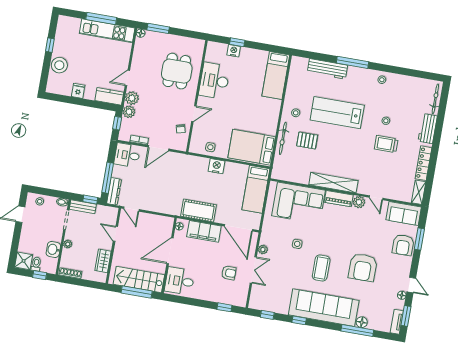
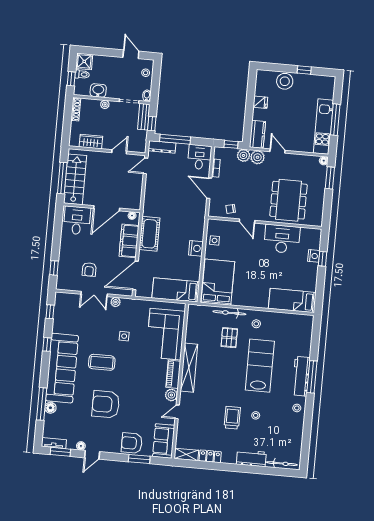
workbench: (327, 69) -> (301, 376), moved
dining table: (177, 71) -> (288, 200), width x1.38
locker: (423, 163) -> (210, 456), width x0.66
door: (170, 251) -> (107, 208), swing flipped

